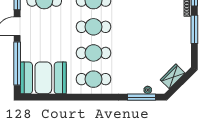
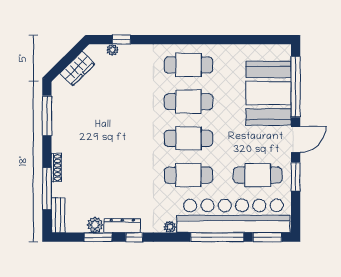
window: (194, 29) -> (47, 116), moved
booth: (43, 78) -> (269, 93), moved, turned 90
window: (141, 97) -> (121, 40), width x0.46

